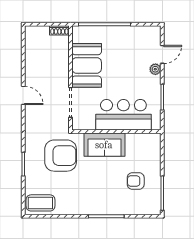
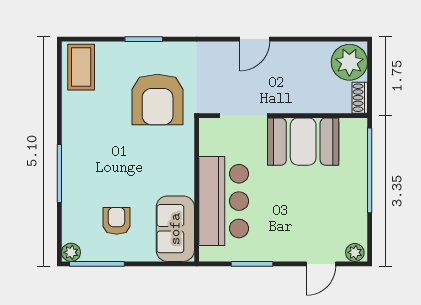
plant: (37, 37) -> (349, 62), added
door: (162, 54) -> (321, 264), hinge flipped
plant: (155, 69) -> (355, 252), moved
sofa: (104, 145) -> (175, 229), moved
plant: (155, 209) -> (71, 252), added

